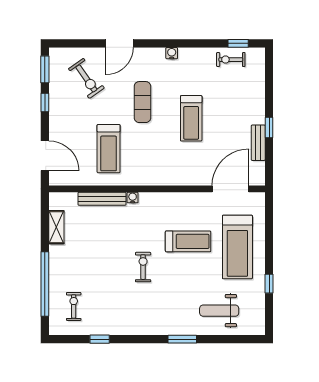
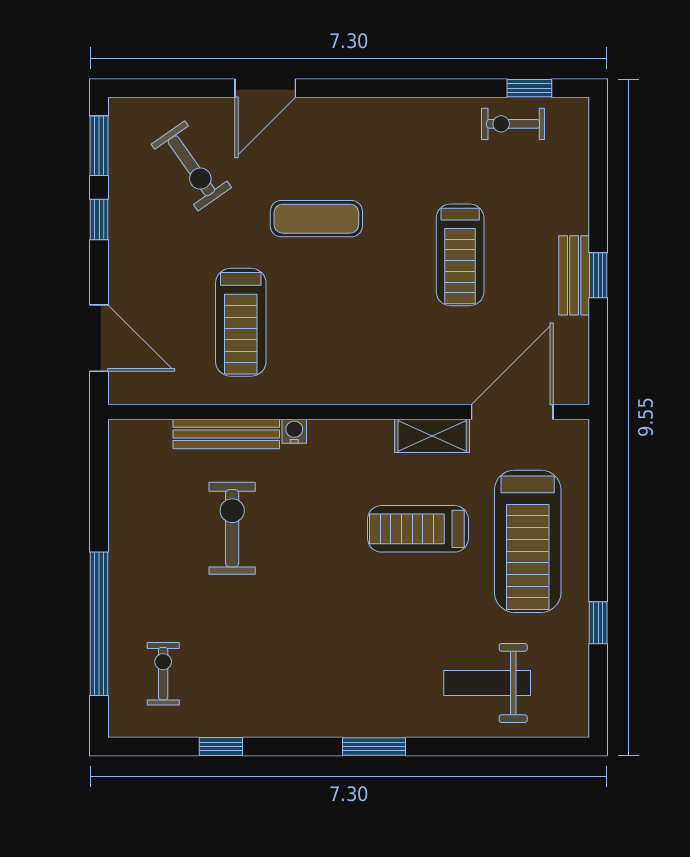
water cooler: (172, 53) -> (381, 110), removed
exercise mat: (142, 102) -> (316, 219), turned 90
treadmill: (191, 118) -> (460, 255), moved
bench: (258, 143) -> (574, 275), moved
shelving: (56, 227) -> (432, 436), moved, turned 90
treadmill: (188, 241) -> (418, 529), turned 180
exercise bike: (143, 267) -> (232, 528), moved, width x1.38, depth x1.39
window: (182, 339) -> (374, 746), moved

